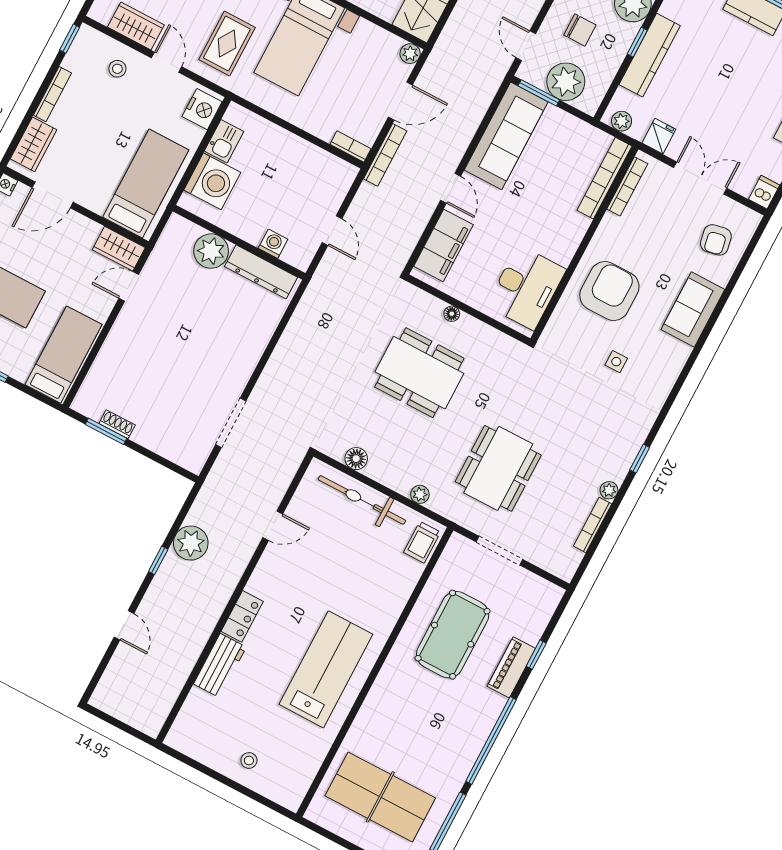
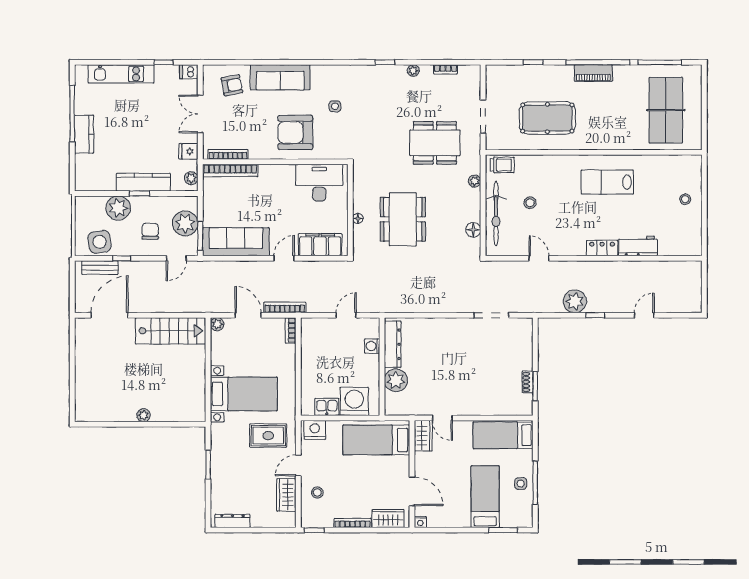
sofa: (693, 310) -> (280, 77), width x1.36
bookcase: (593, 525) -> (446, 69), width x0.64
stool: (352, 553) -> (530, 203), added
piano: (511, 667) -> (593, 73), moved
lab bench: (326, 669) -> (607, 182), width x0.73, depth x0.72

